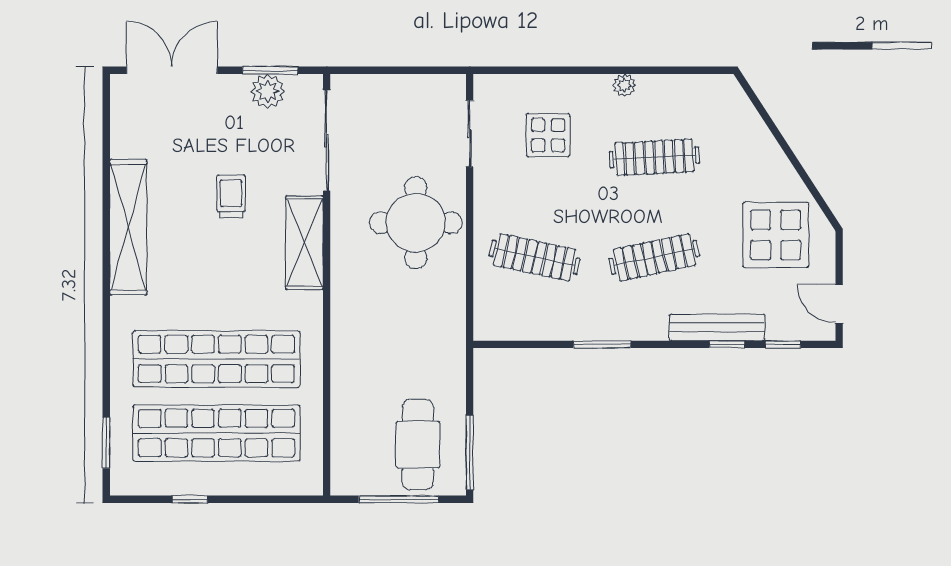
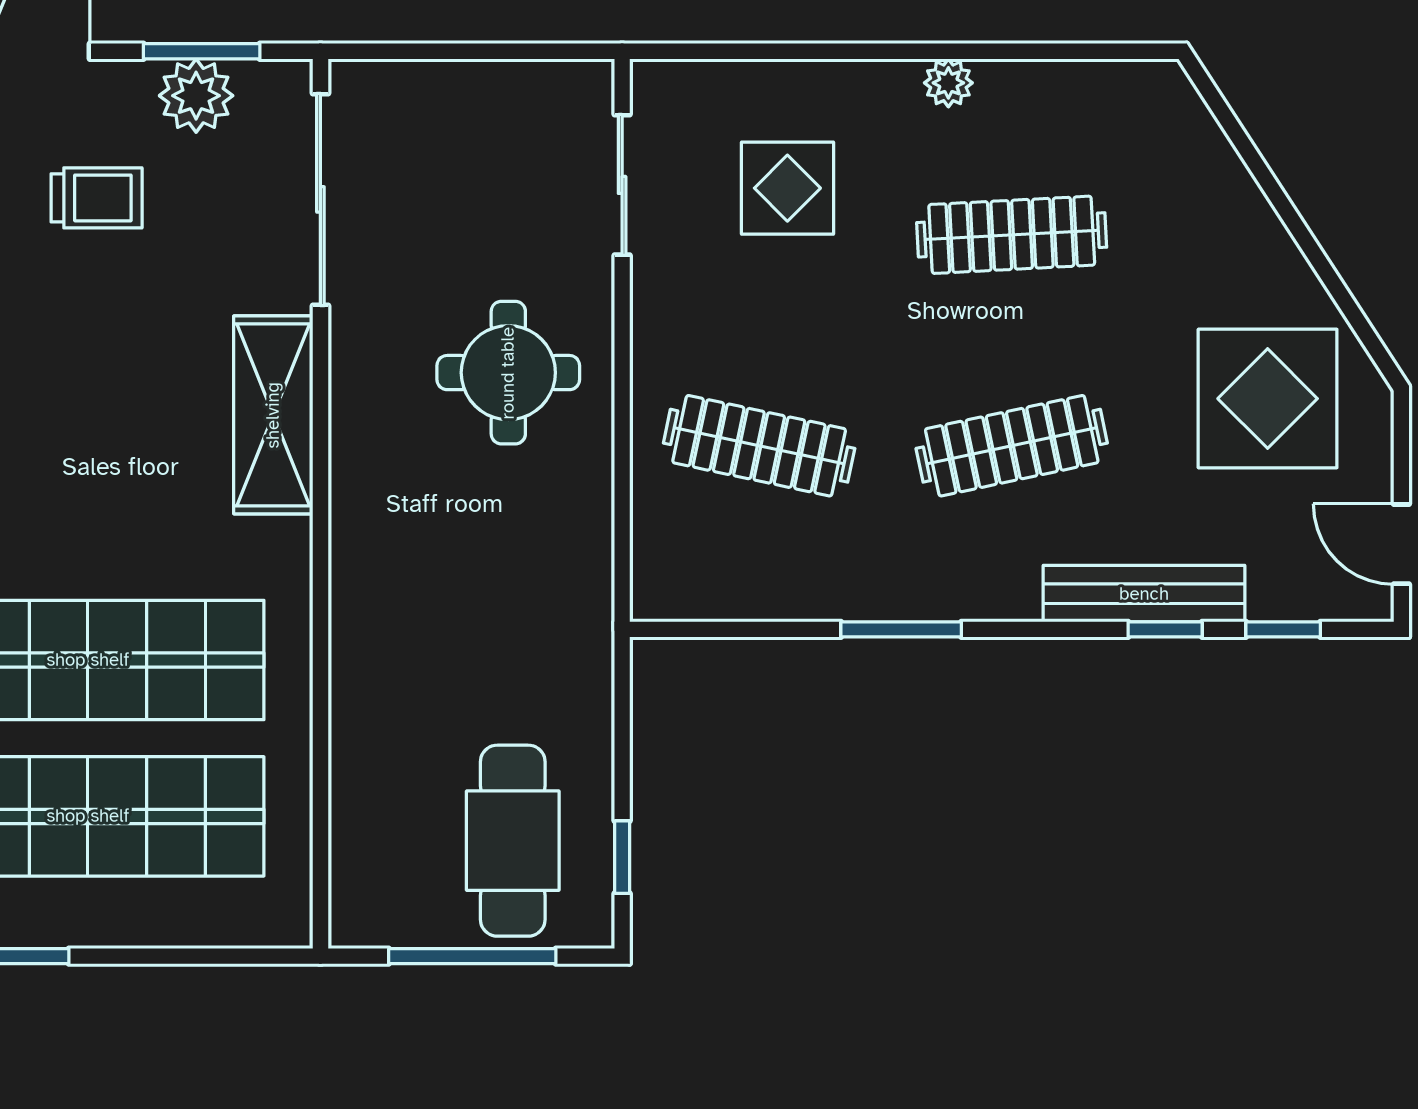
trolley: (231, 196) -> (97, 198), moved, turned 90
round table: (416, 223) -> (508, 373), width x0.73, depth x0.73
window: (470, 452) -> (622, 857), width x0.46

